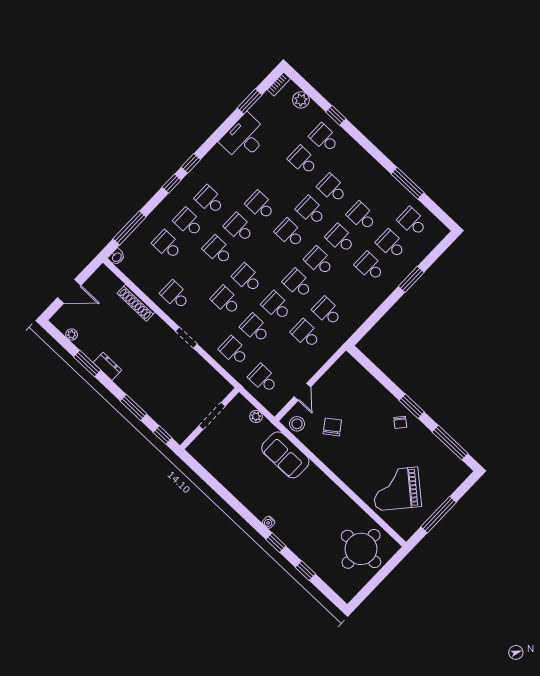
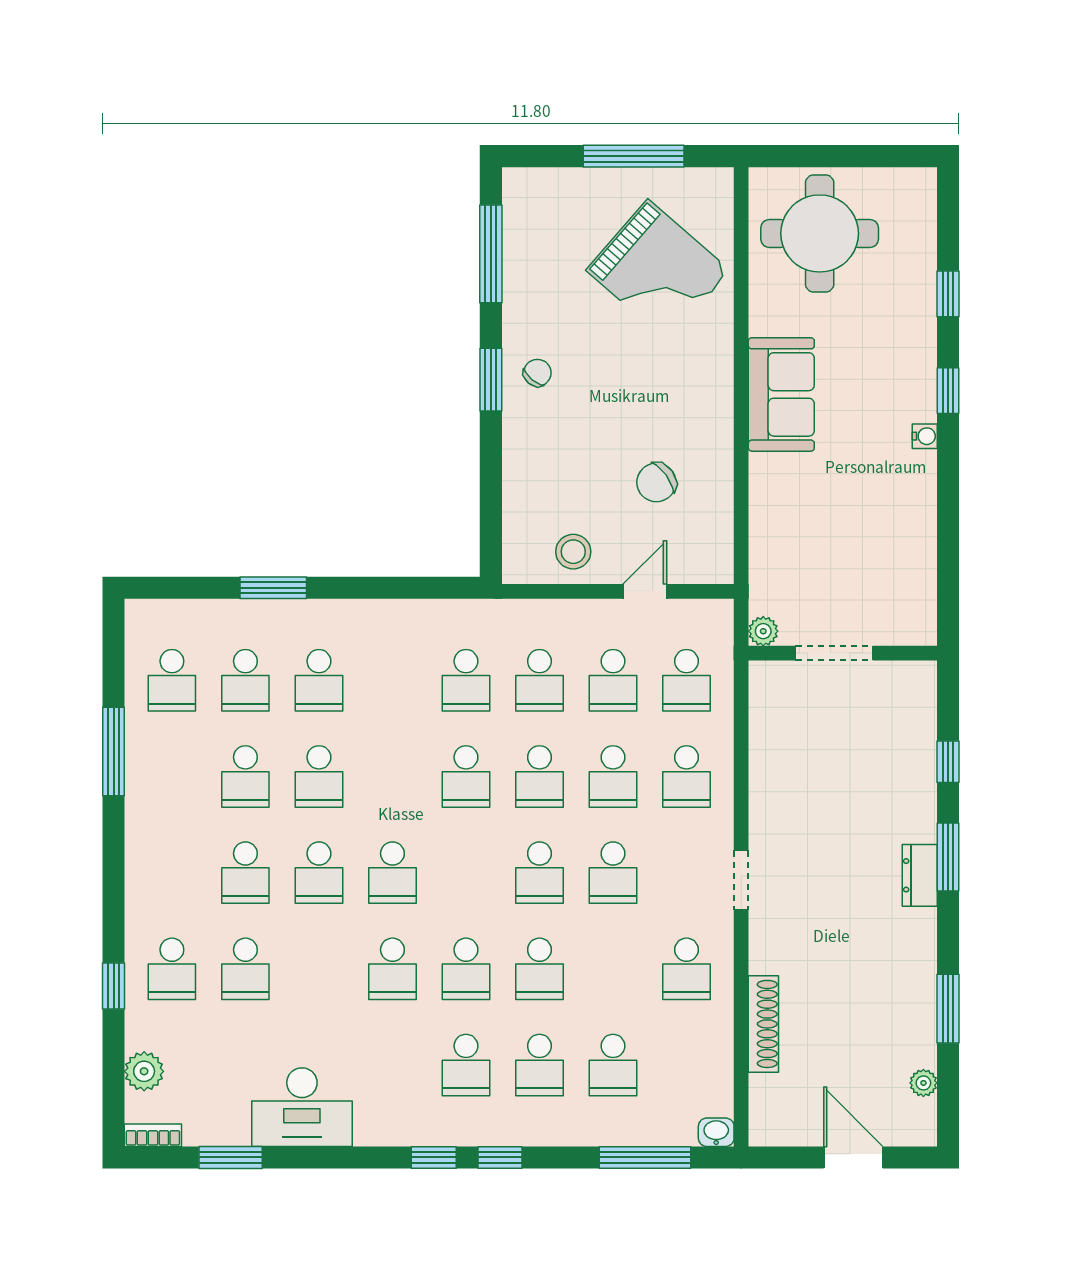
school desk: (319, 261) -> (613, 680), moved
dresser: (107, 366) -> (920, 875), moved
doorway: (212, 416) -> (834, 653), moved
wall: (210, 419) -> (843, 653), moved
stool: (297, 424) -> (573, 552), moved
sofa: (285, 455) -> (781, 394), moved

